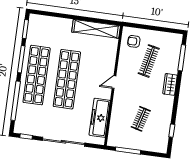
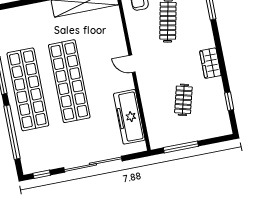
door: (114, 82) -> (132, 64), hinge flipped
wardrobe: (170, 84) -> (210, 63), moved

